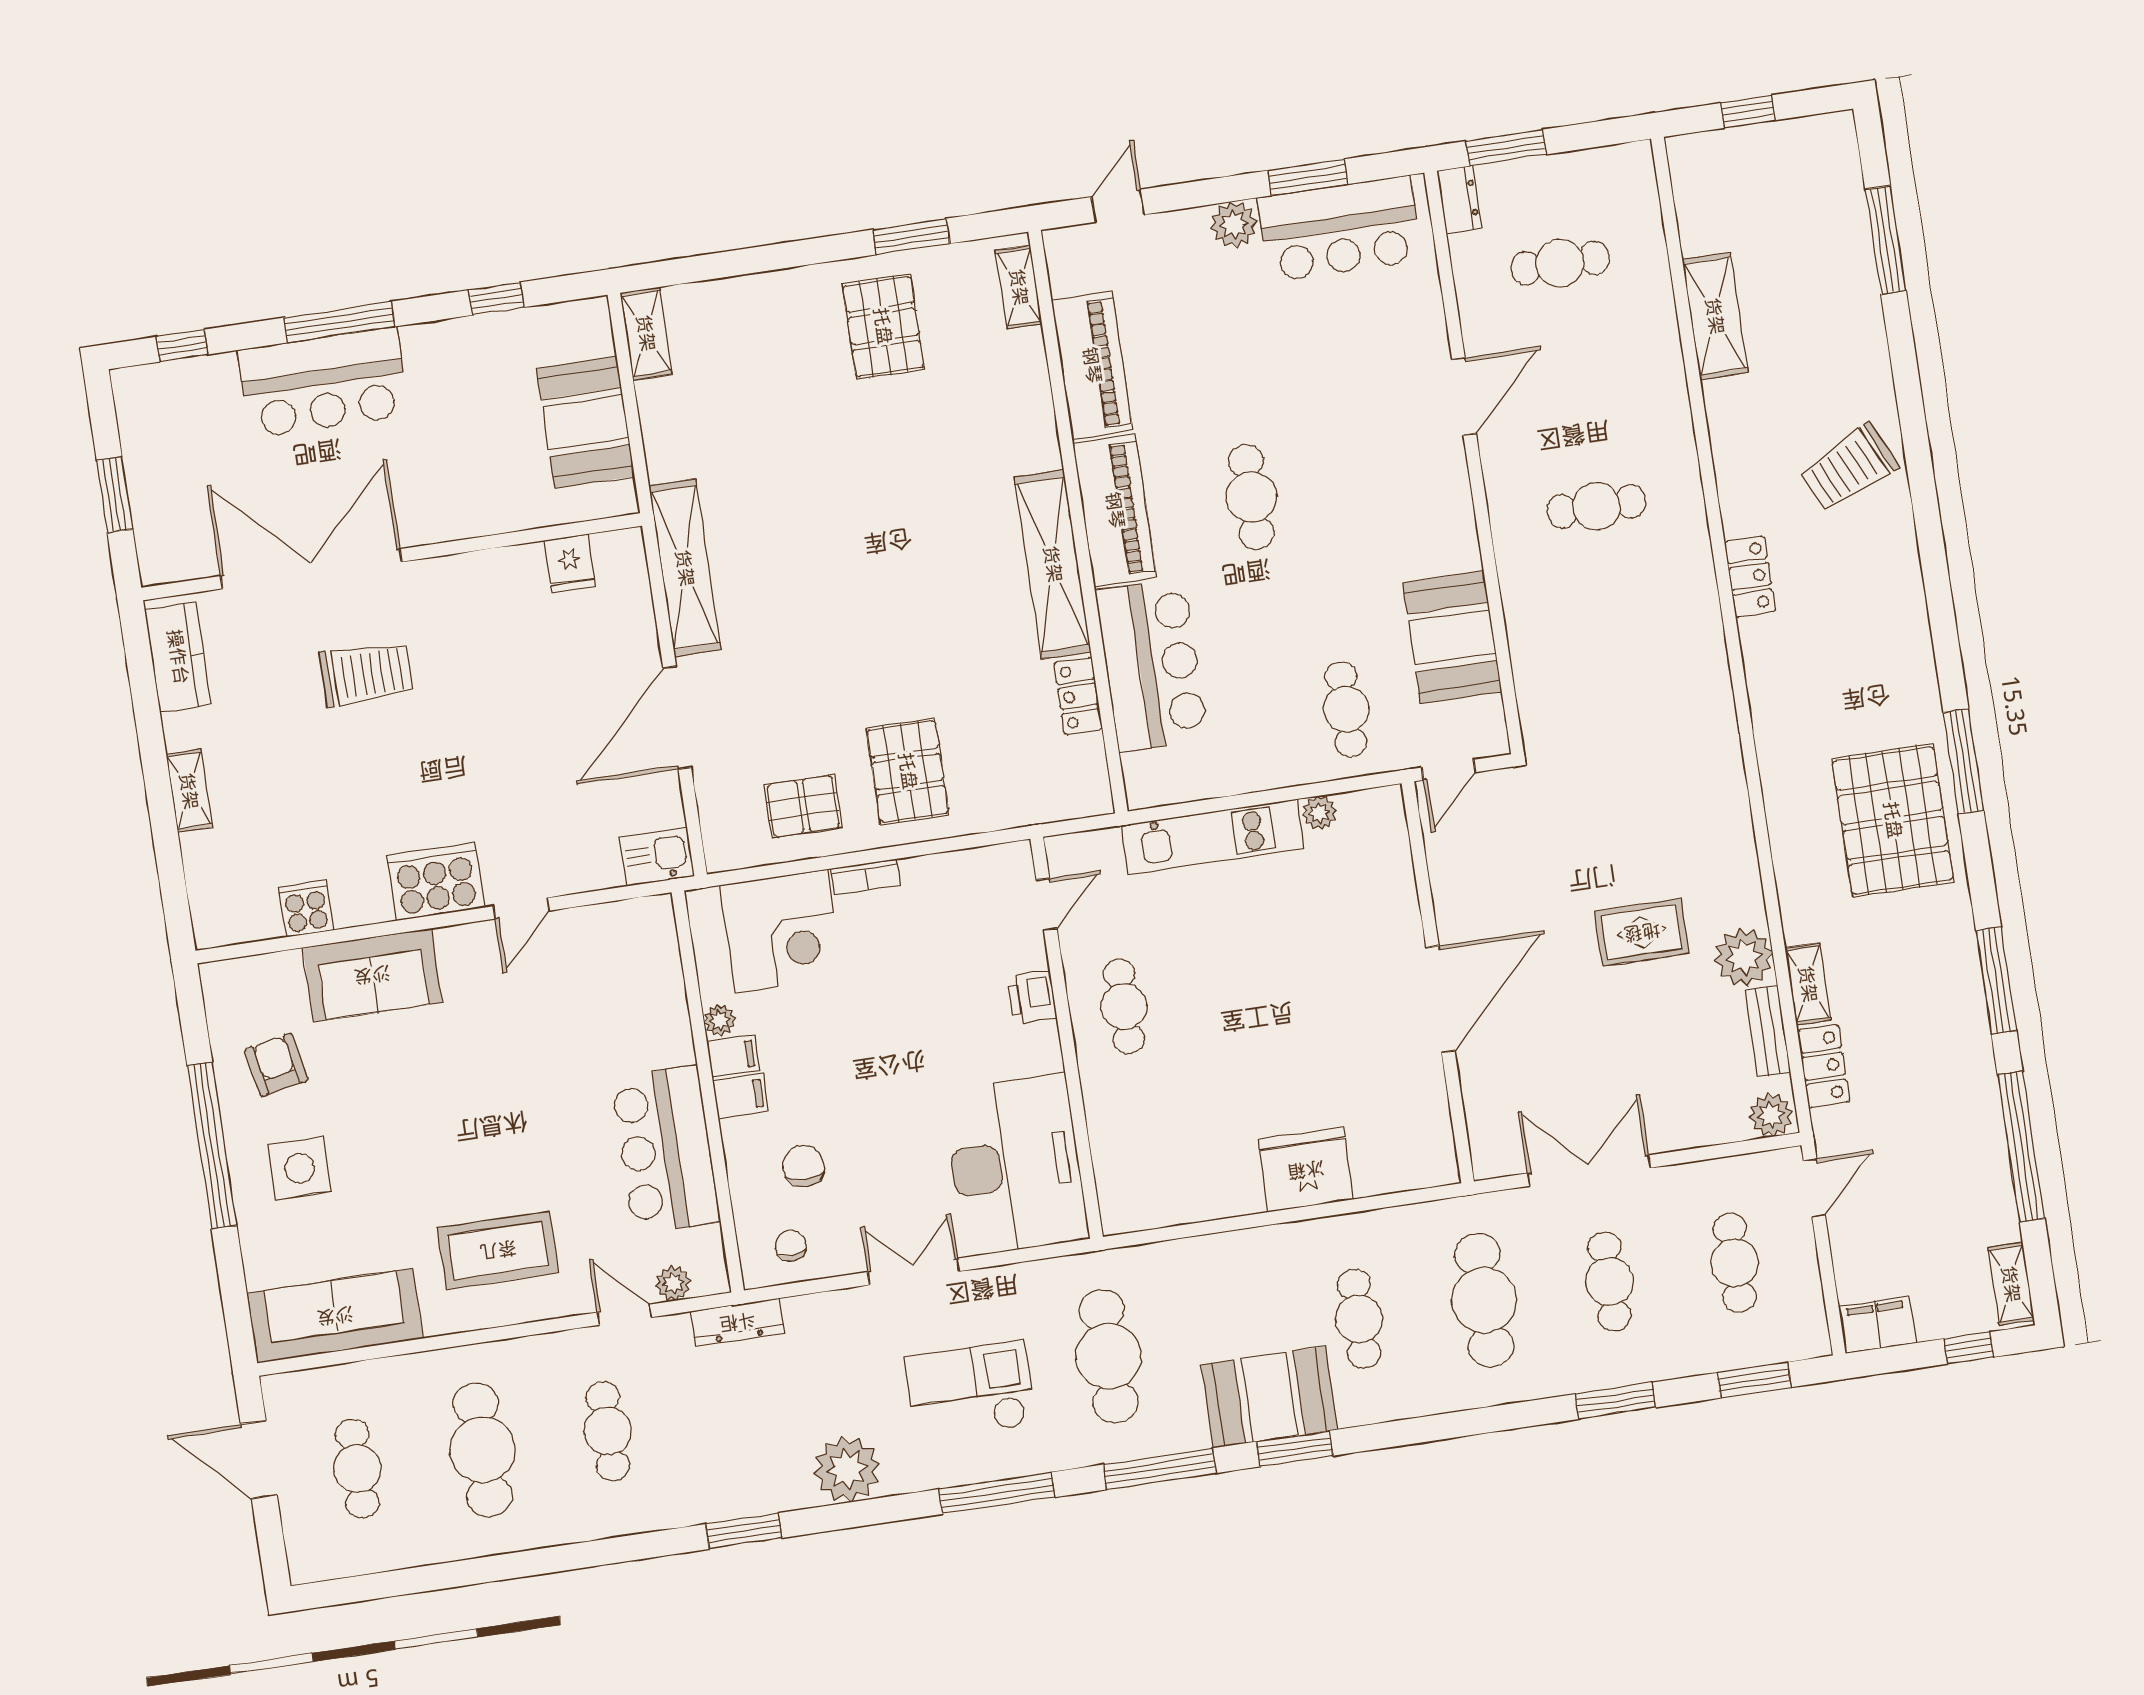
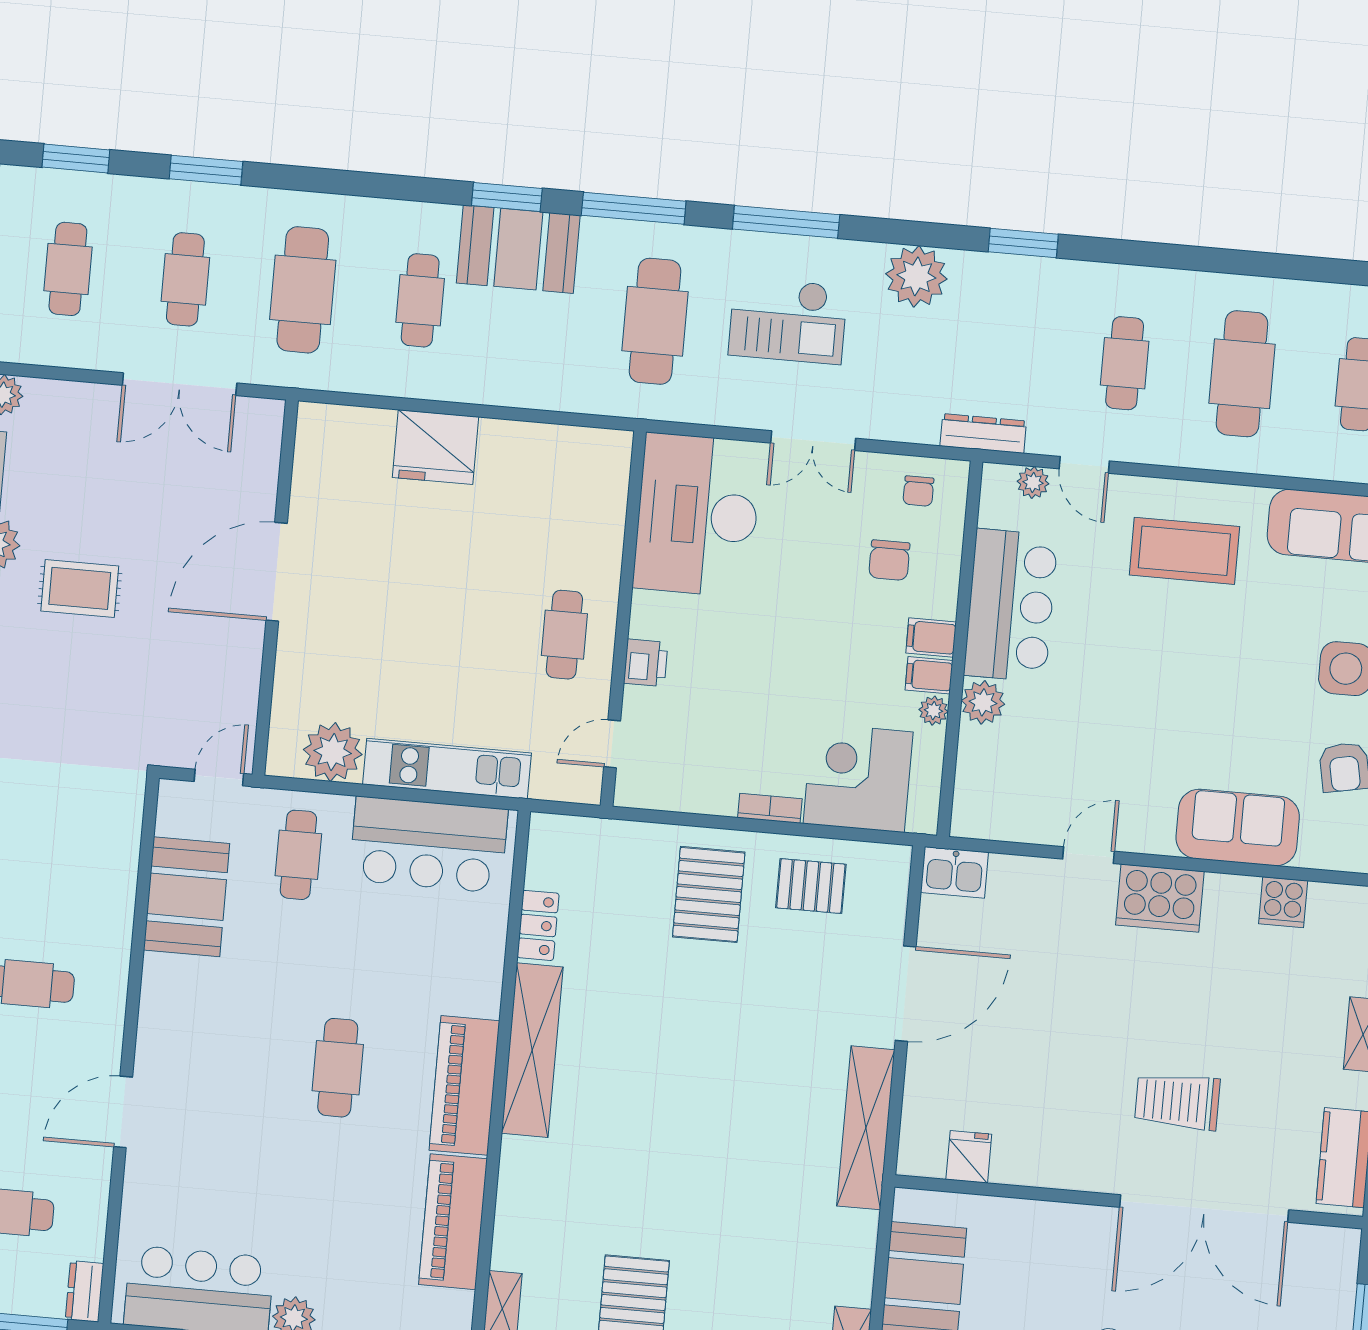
bar counter: (1152, 665) -> (429, 845), moved, turned -90
plant: (1319, 813) -> (333, 752), width x1.87, depth x1.87
plant: (670, 1041) -> (983, 702), added

